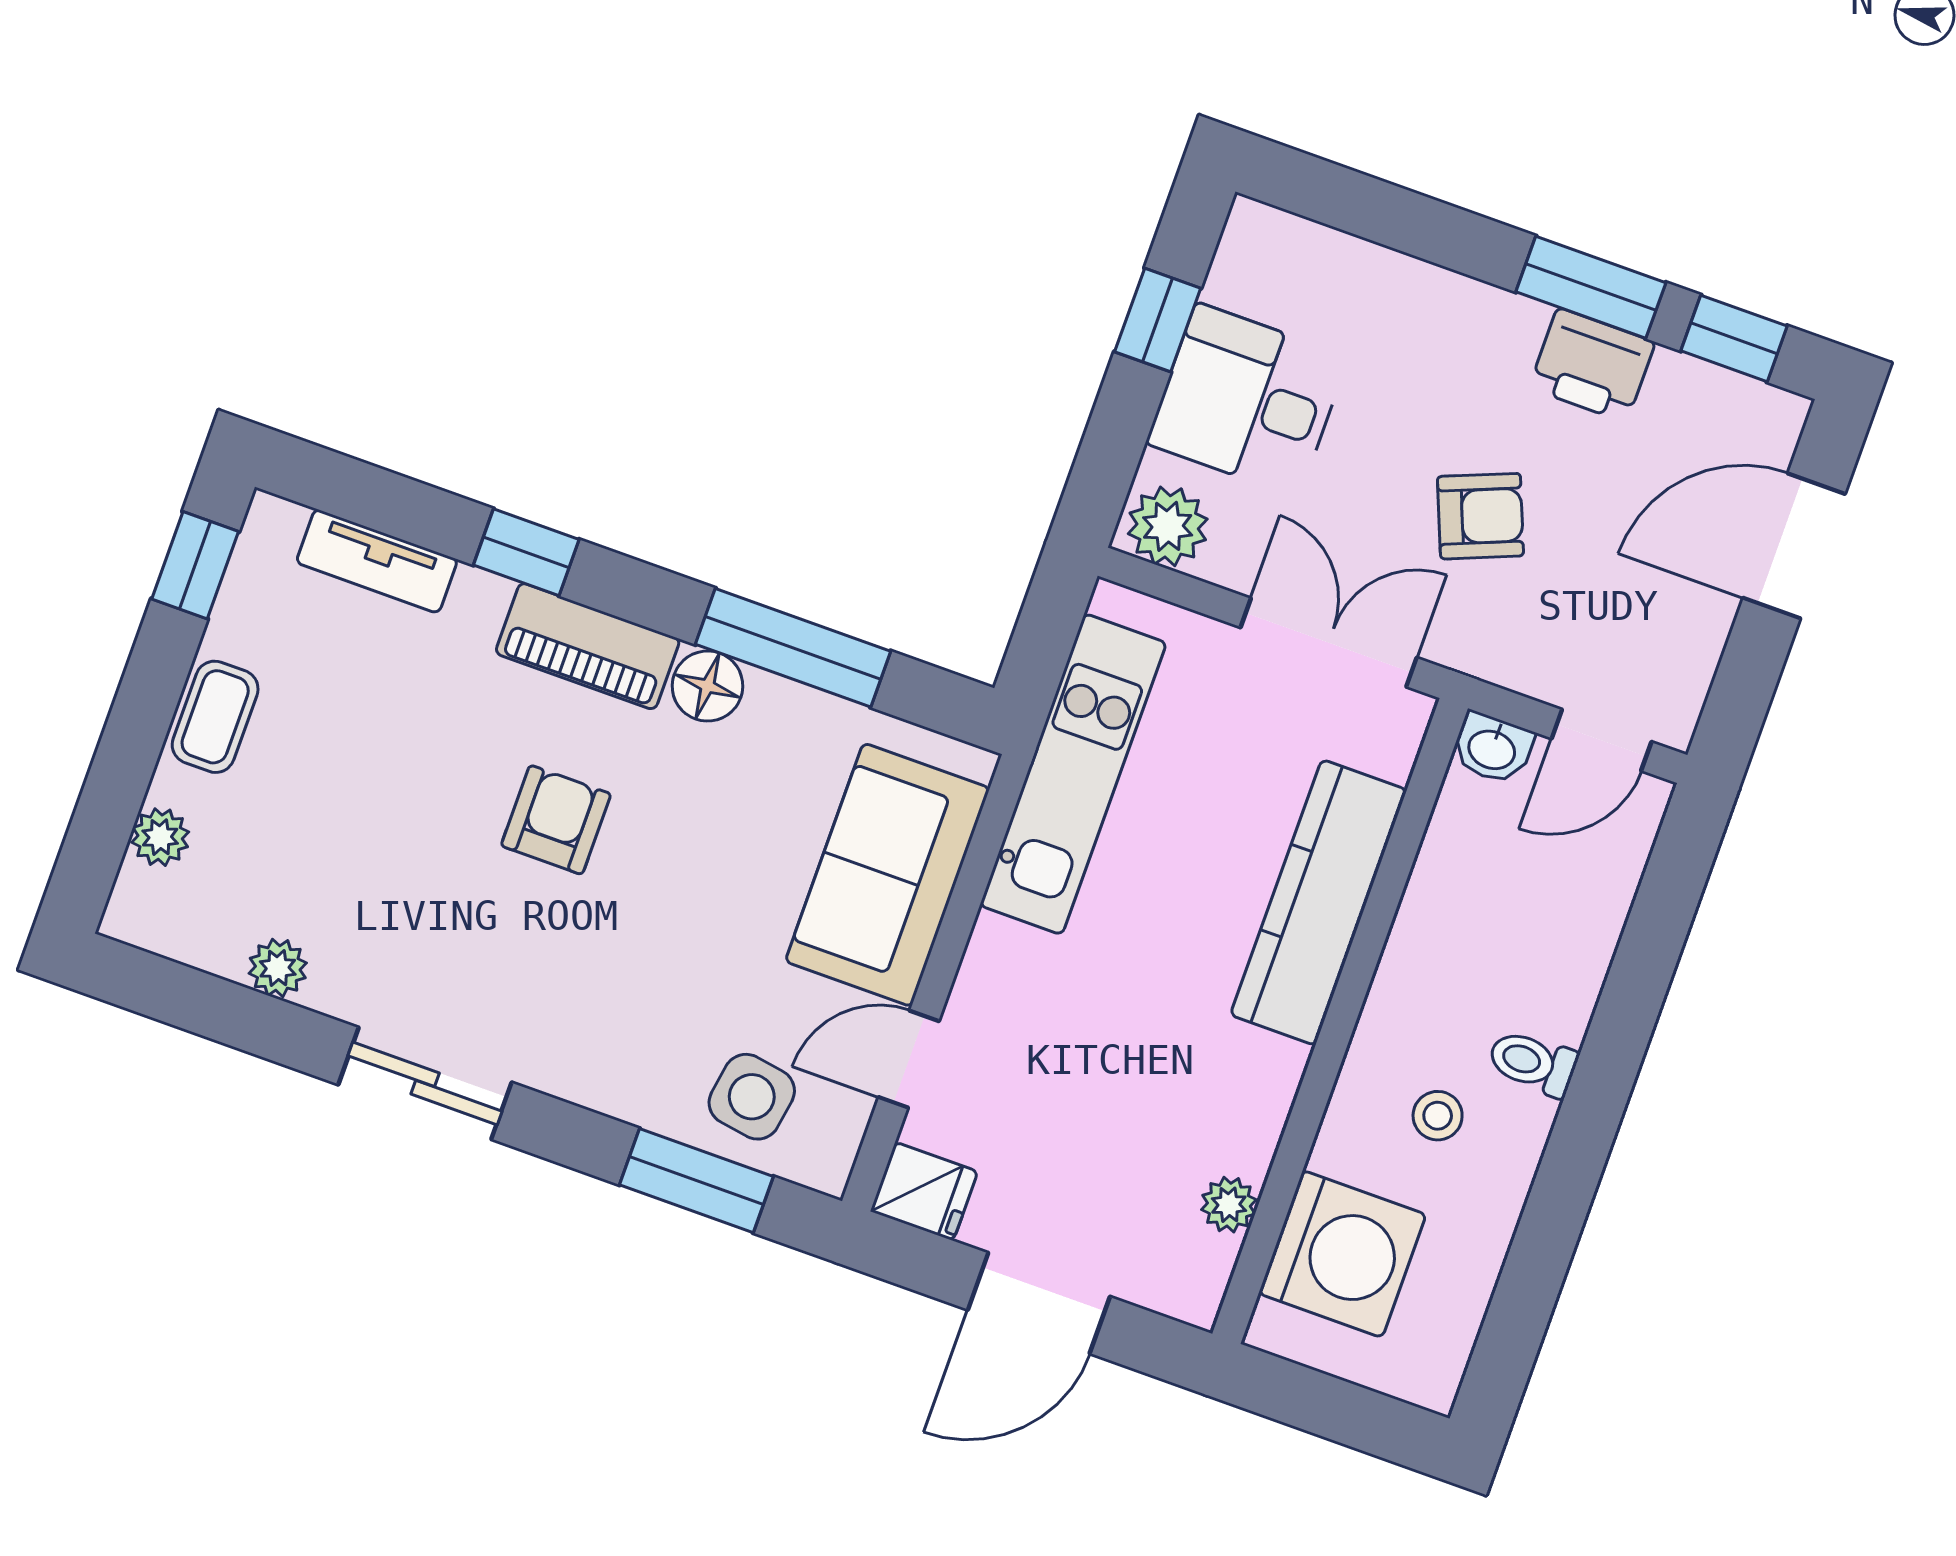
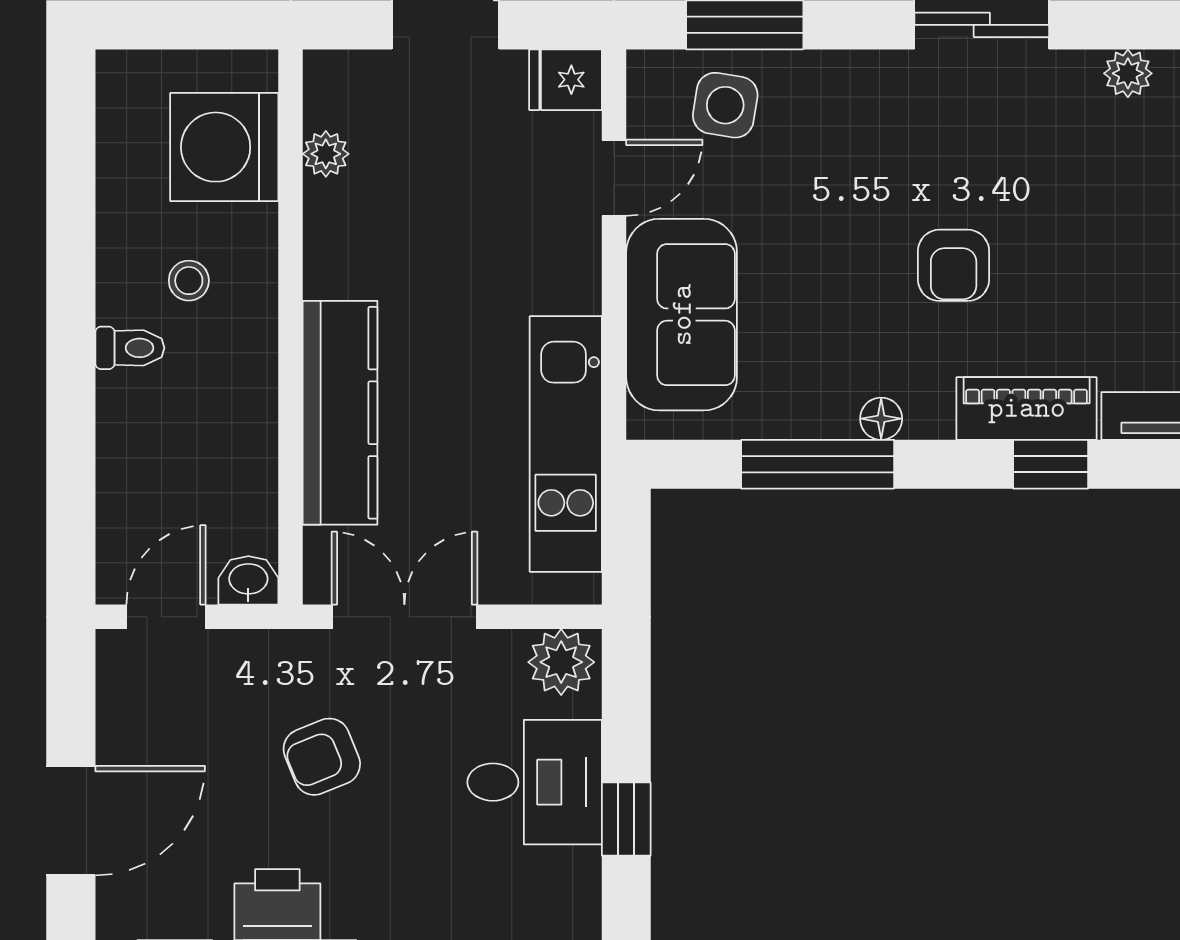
double door: (1329, 643) -> (404, 617), swing flipped
piano: (588, 646) -> (1027, 408), moved
floor lamp: (707, 686) -> (881, 419), width x0.73, depth x0.73

